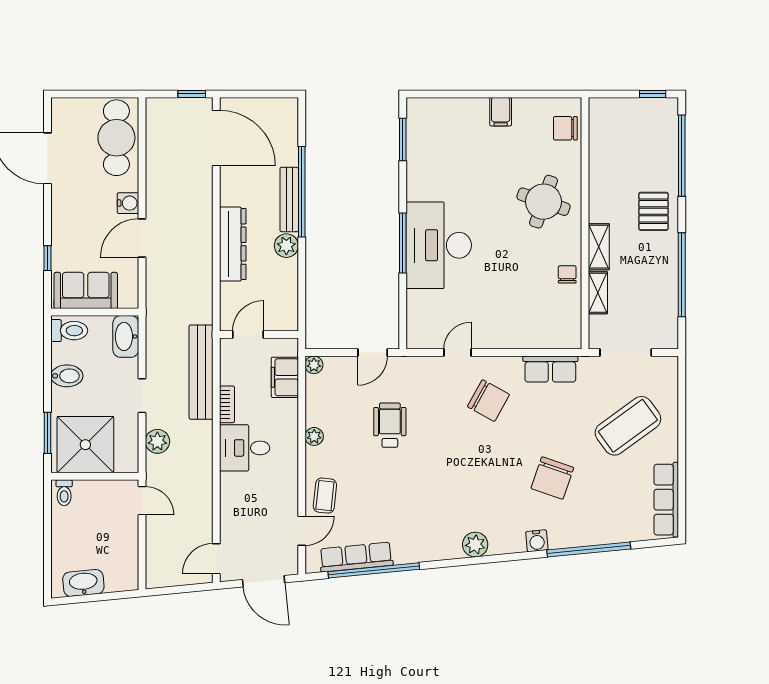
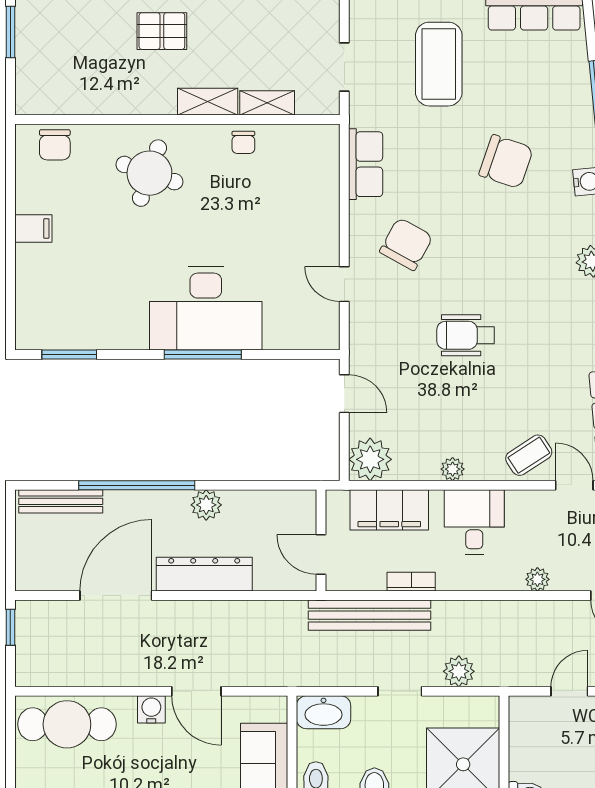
window: (653, 94) -> (10, 32), width x1.50
door: (216, 138) -> (116, 596), moved
bench: (289, 200) -> (61, 501), moved
chair: (567, 274) -> (243, 142), turned -90
doorway: (626, 353) -> (344, 67), width x0.73
plant: (314, 365) -> (370, 459), width x1.88, depth x1.88
filing cabinet: (285, 377) -> (389, 510), width x1.50, depth x1.17
wheelchair: (390, 425) -> (466, 335), moved
coffee table: (628, 426) -> (439, 64), turned 36
desk: (245, 448) -> (474, 522), moved, turned 180
coffee table: (325, 496) -> (529, 455), turned -39
door: (142, 501) -> (569, 691), moved
plant: (229, 502) -> (537, 579), added

